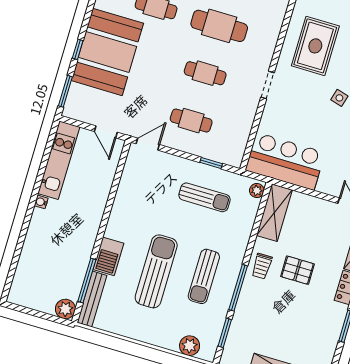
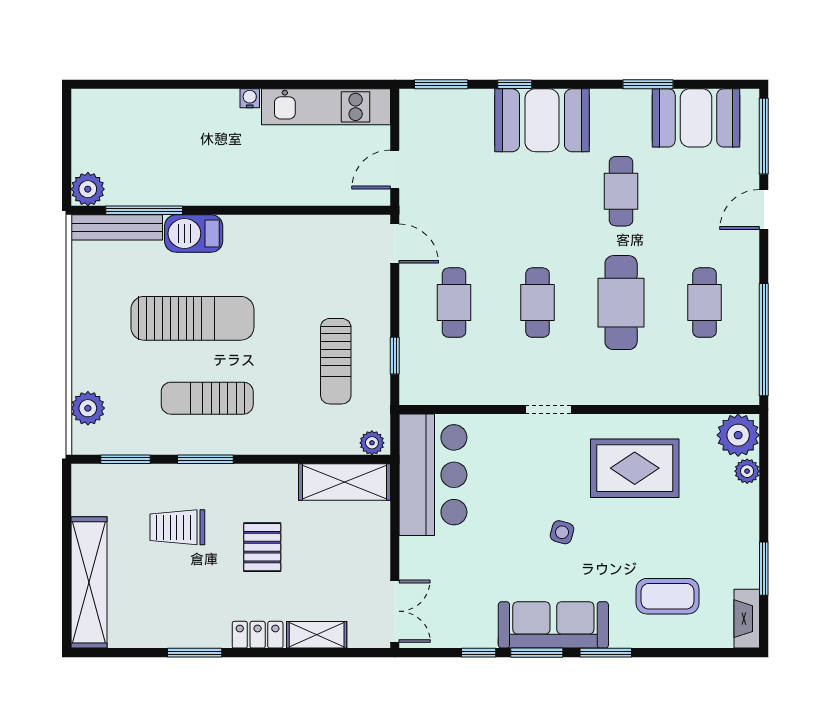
booth: (107, 52) -> (542, 120), width x0.73, depth x0.70
trolley: (262, 266) -> (177, 527), moved, width x1.36, depth x1.39
window: (238, 288) -> (205, 459), width x0.69

